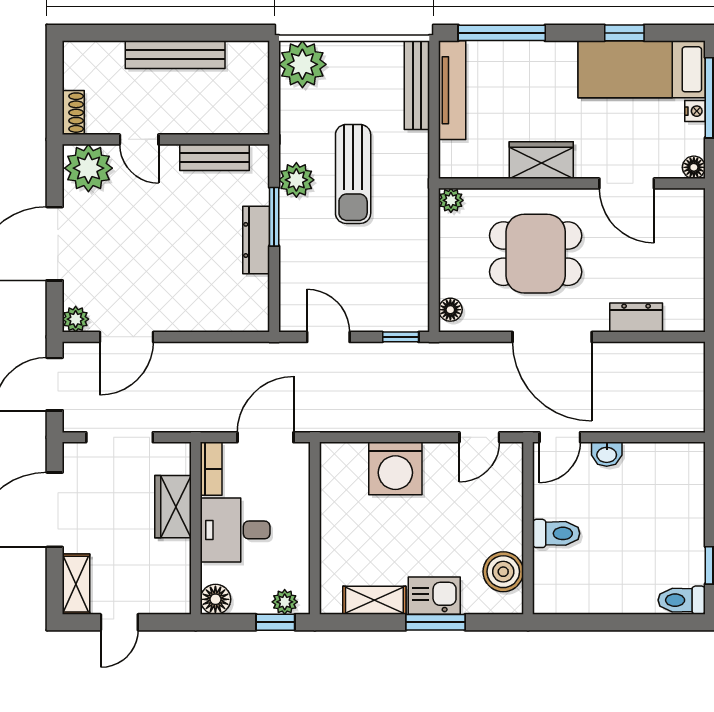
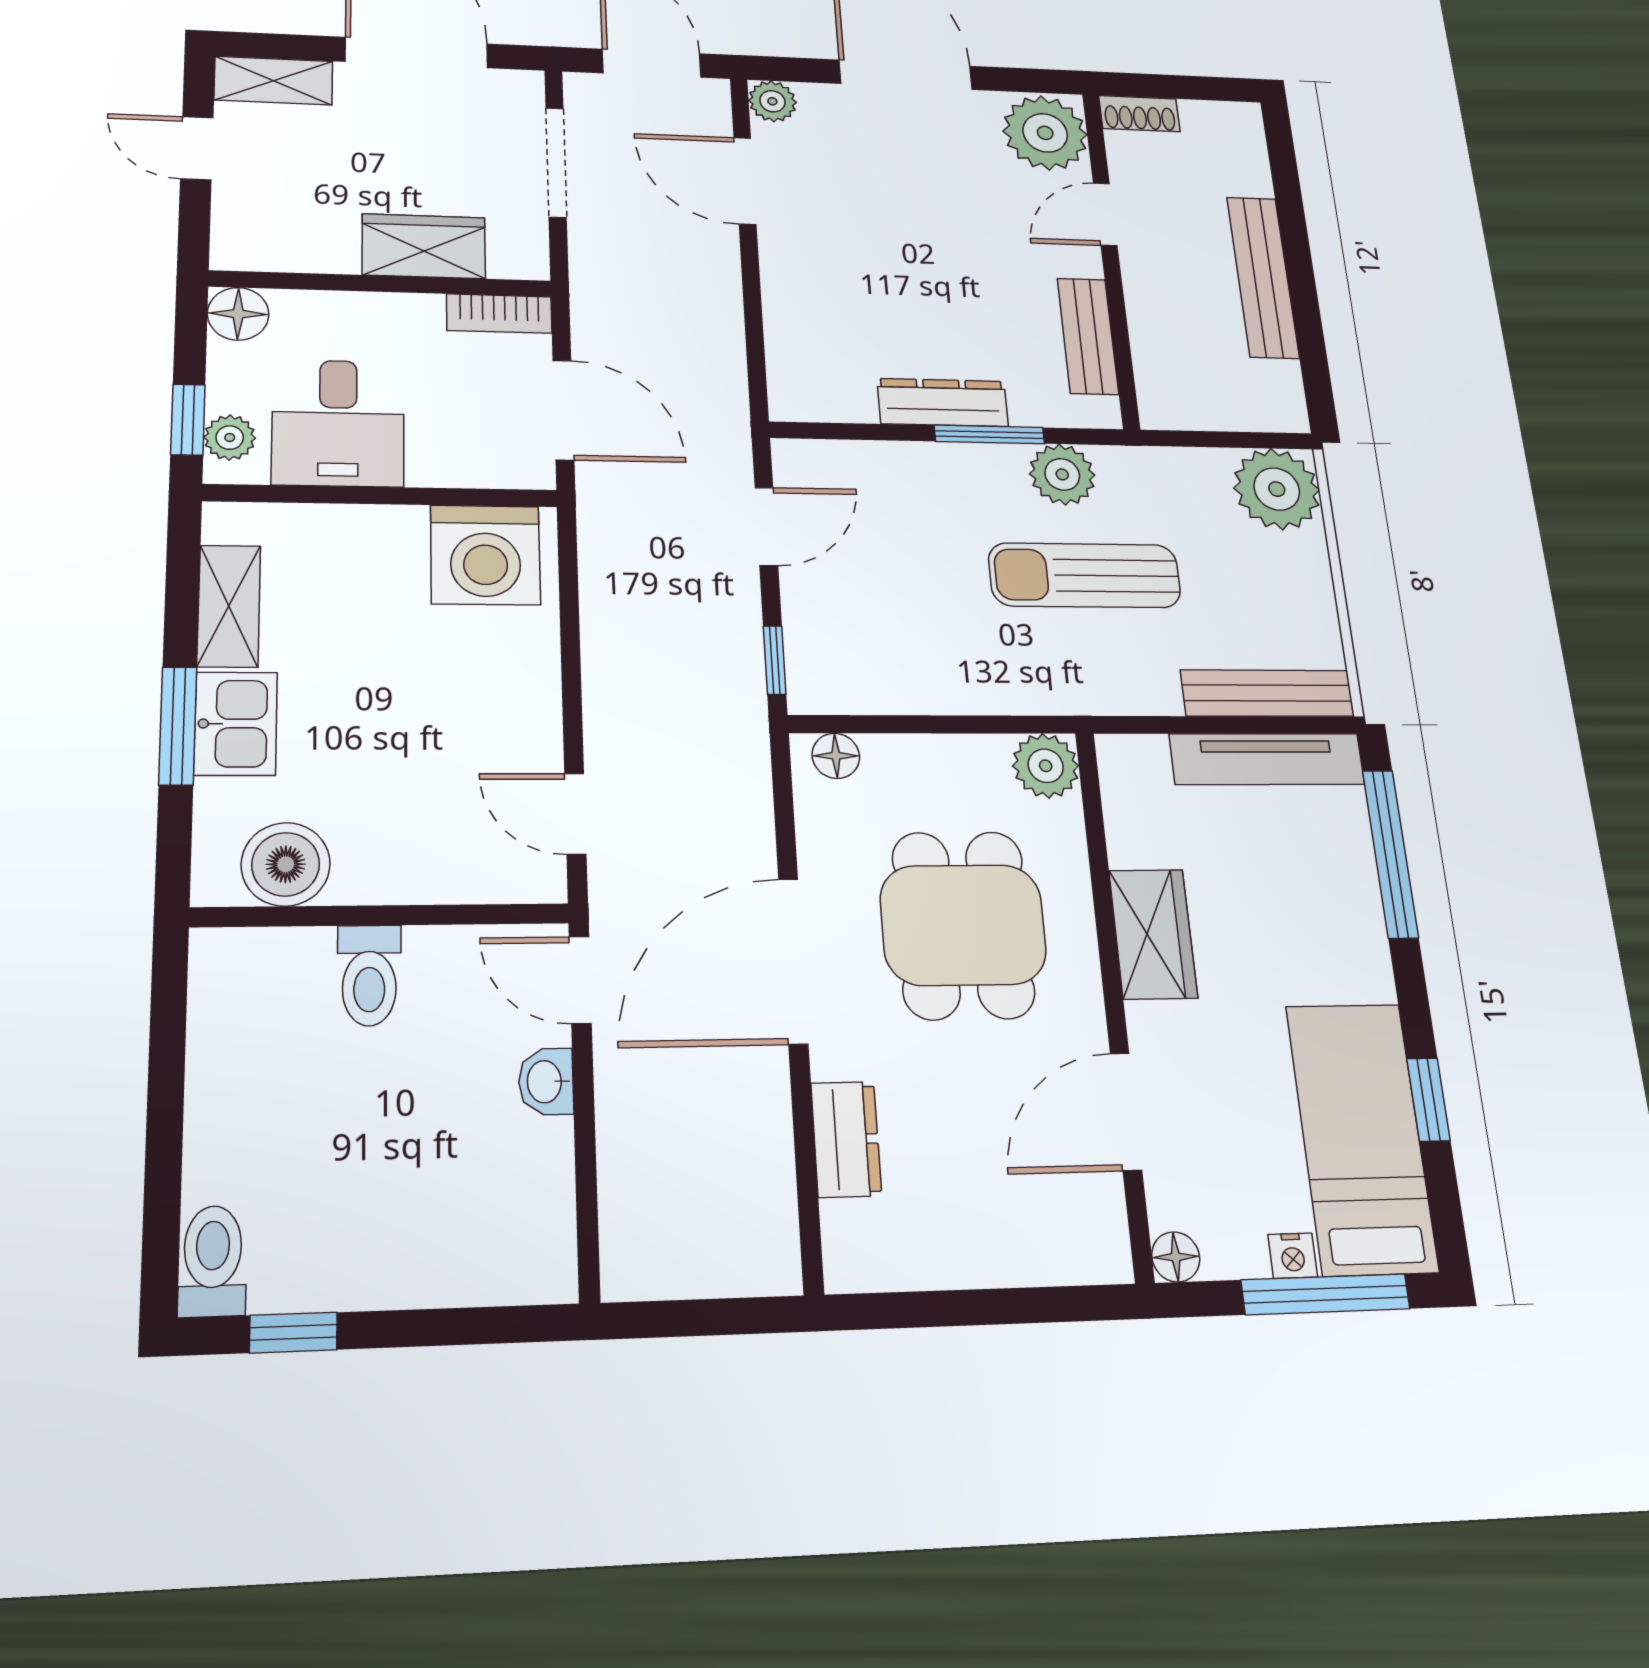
plant: (451, 200) -> (1046, 766), width x1.38, depth x1.38
washing machine: (395, 468) -> (485, 555), moved, turned -90
desk: (235, 530) -> (338, 423), moved, turned 180

